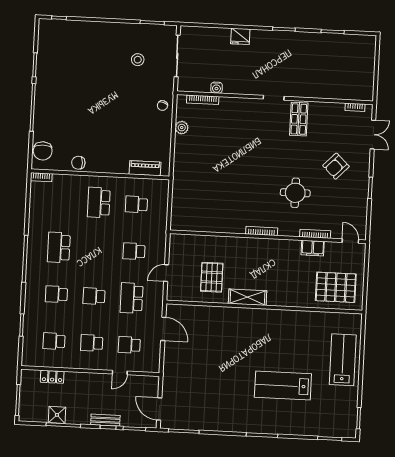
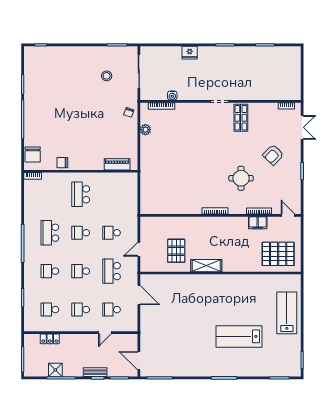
school desk: (136, 204) -> (81, 233), moved

